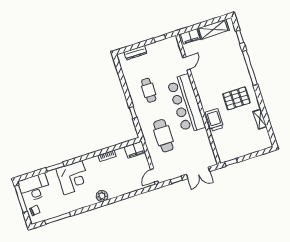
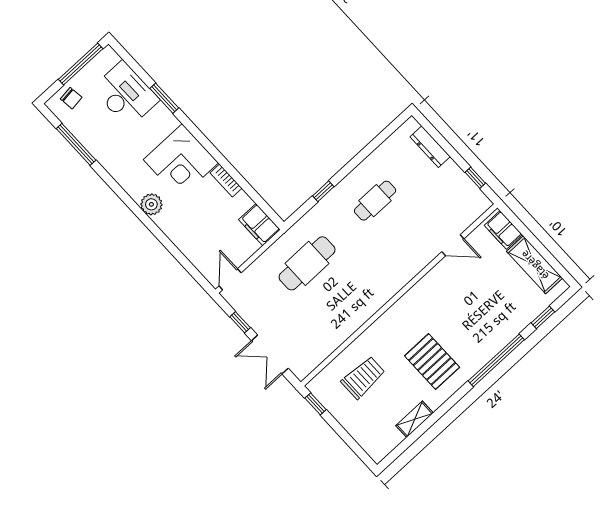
bar counter: (186, 104) -> (382, 277), removed
trolley: (214, 120) -> (363, 377), moved
door: (154, 175) -> (230, 279), hinge flipped
corner desk: (73, 178) -> (181, 161), moved
desk: (34, 188) -> (126, 94), moved

